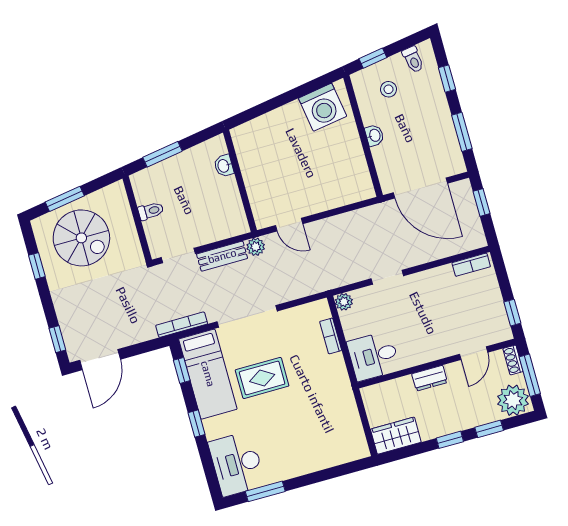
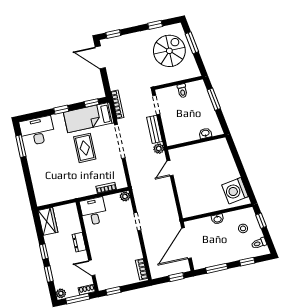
spiral stairs: (81, 238) -> (169, 51), turned 180
plant: (513, 400) -> (61, 293), width x0.53, depth x0.53

